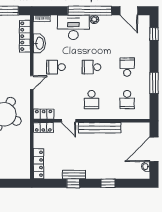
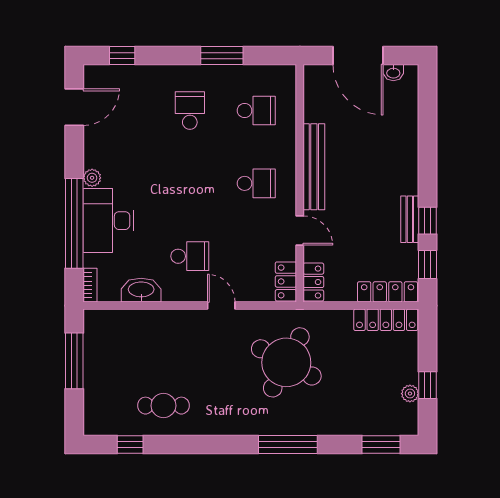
window: (90, 11) -> (74, 223), moved
locker: (25, 36) -> (386, 320), moved
school desk: (56, 67) -> (190, 256), turned -90
school desk: (92, 67) -> (190, 183), removed
school desk: (127, 67) -> (190, 111), turned 90
door: (69, 121) -> (300, 230), hinge flipped
window: (108, 183) -> (428, 265), moved

